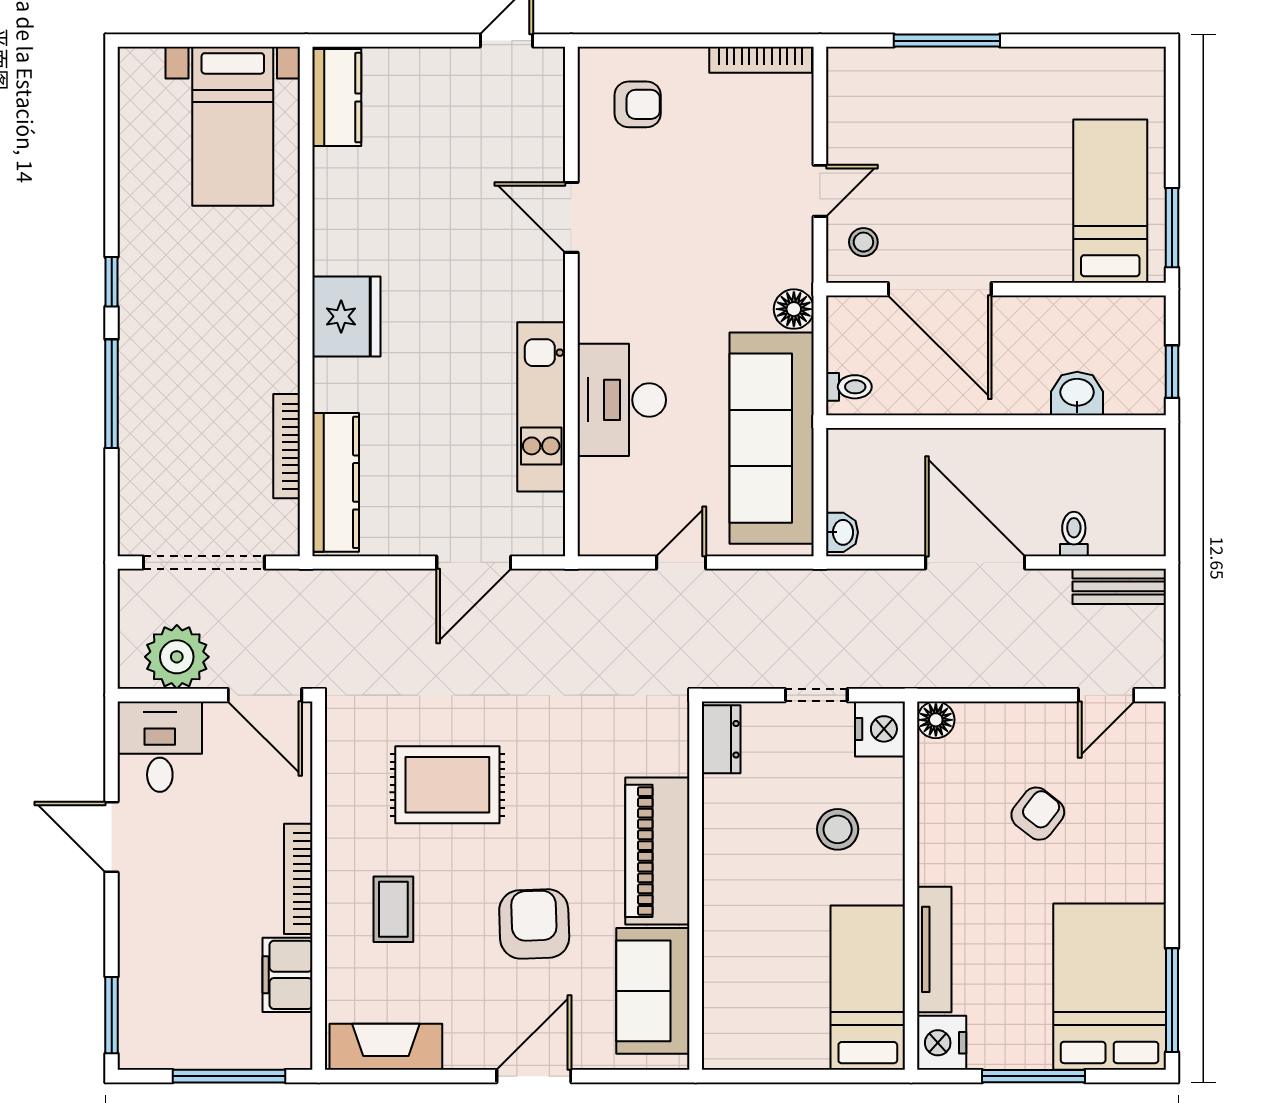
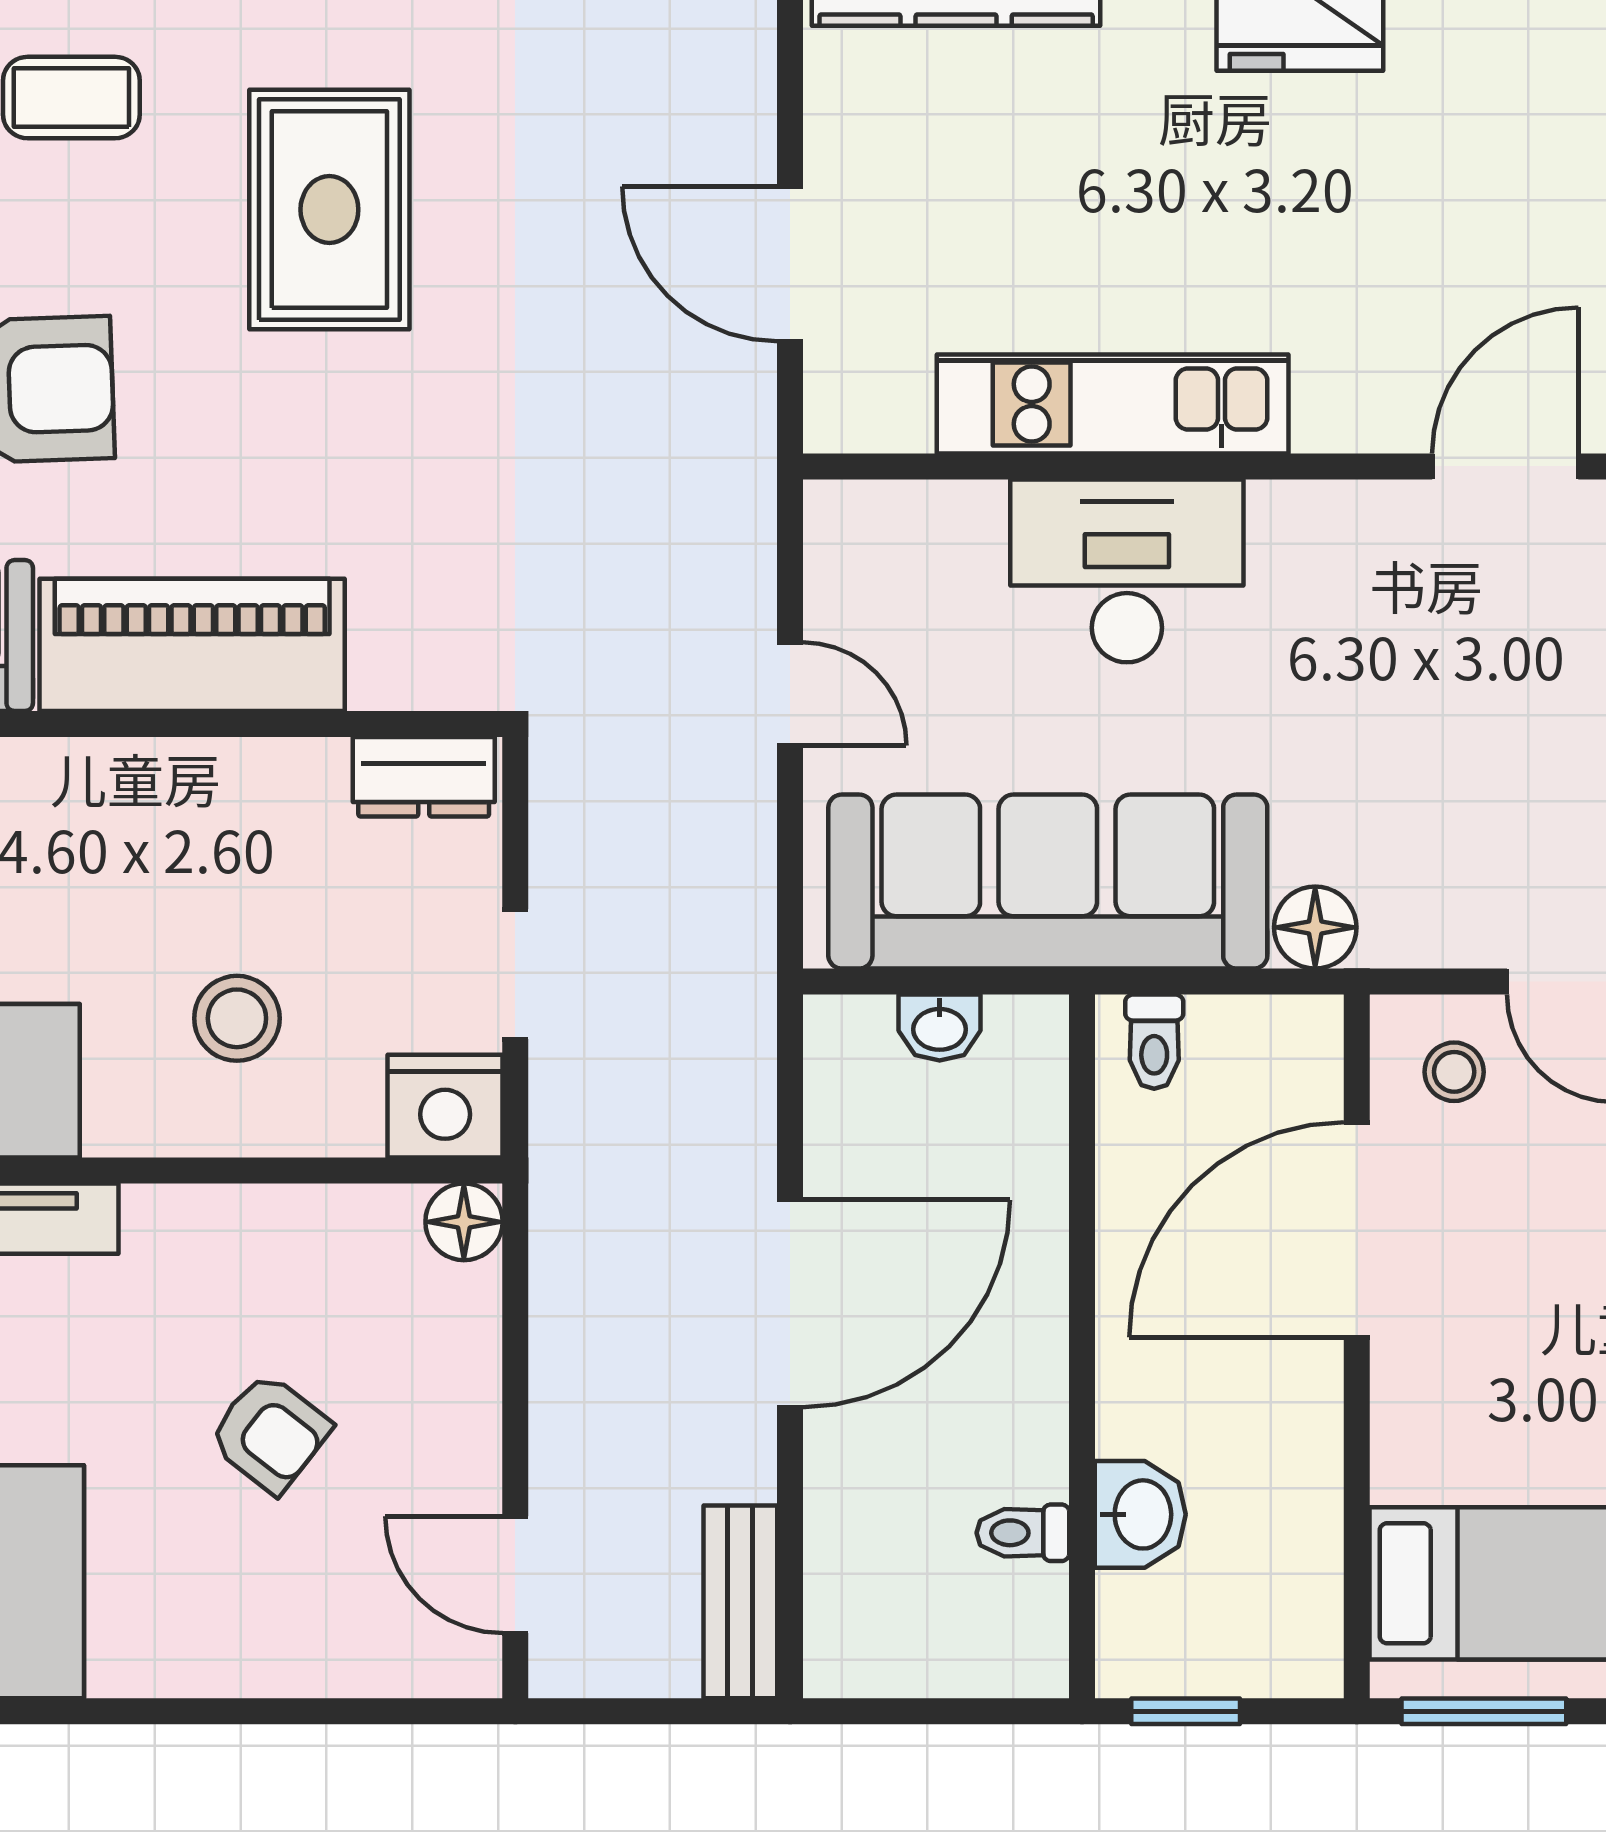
washbasin: (842, 532) -> (940, 1027), moved
toilet: (1074, 534) -> (1023, 1533), moved, turned 180

